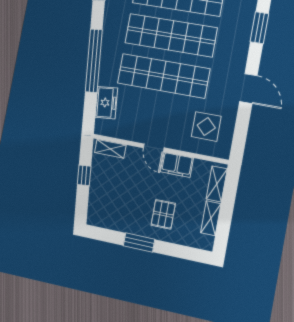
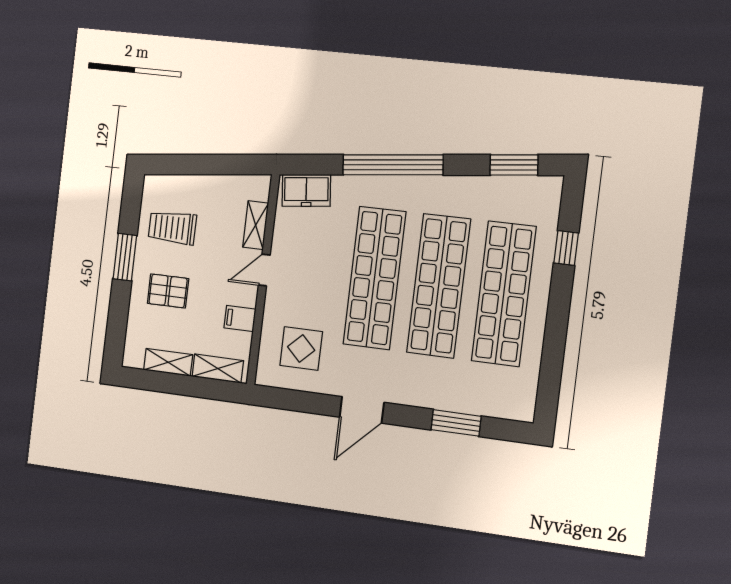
freezer: (106, 103) -> (306, 190), moved
shelving: (110, 149) -> (256, 225), moved
filing cabinet: (177, 165) -> (240, 318), width x0.50
window: (84, 175) -> (216, 165), removed
trolley: (122, 208) -> (172, 228), added

